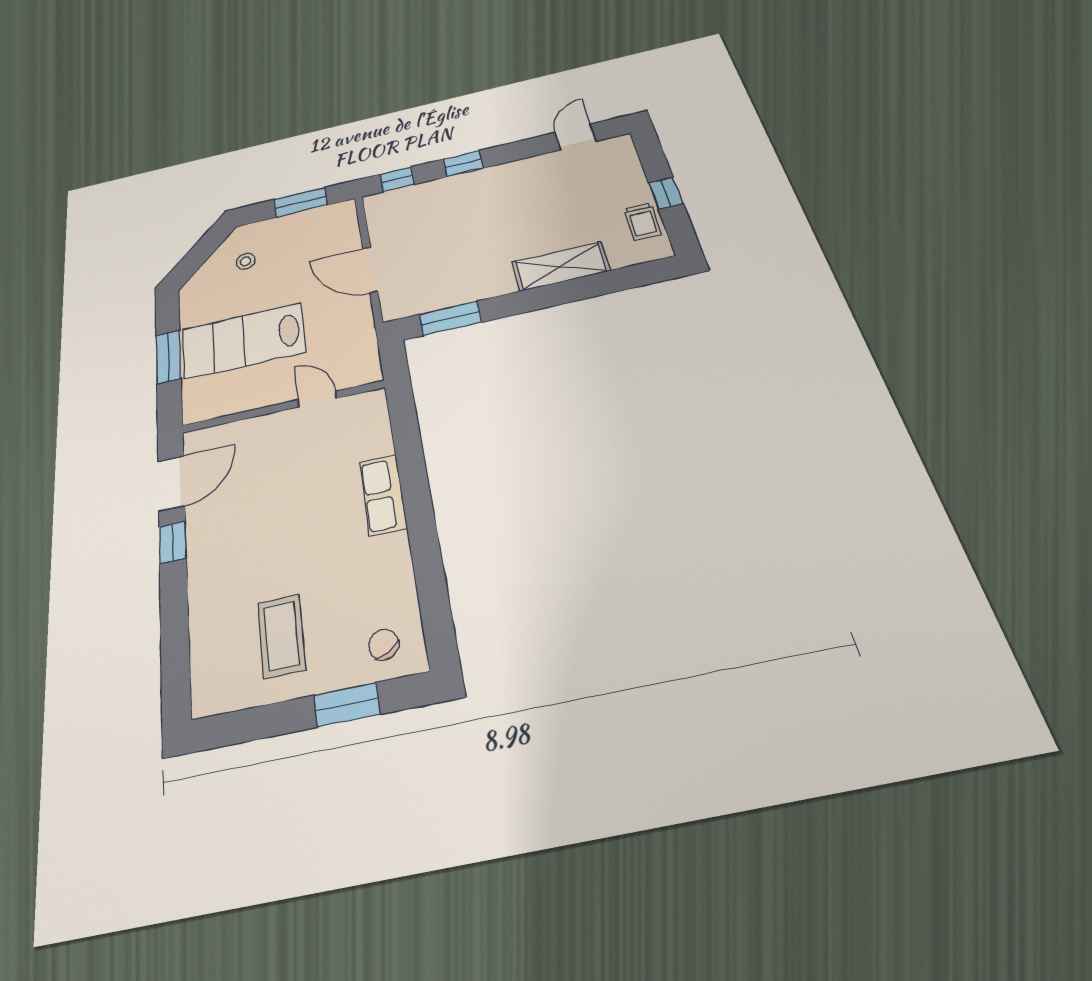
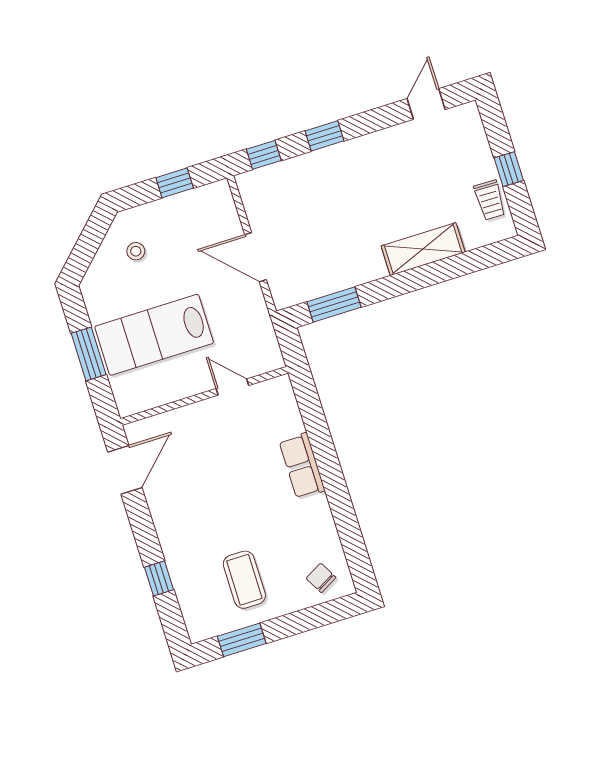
window: (301, 202) -> (175, 183), width x0.67
window: (173, 542) -> (159, 578), moved
window: (347, 705) -> (242, 640), moved

